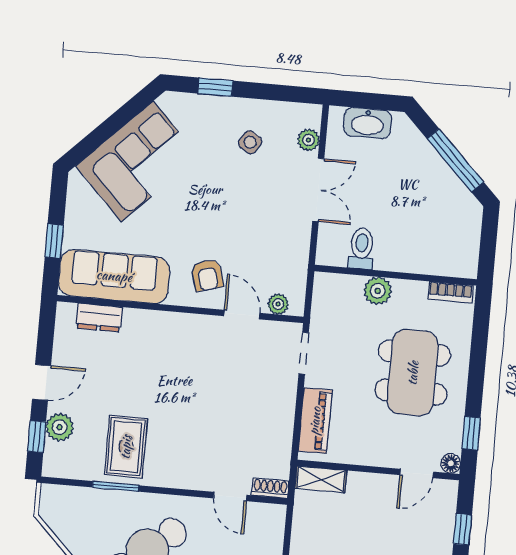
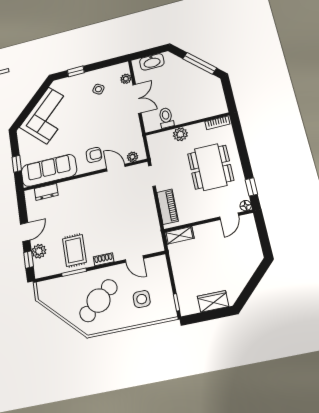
armchair: (207, 275) -> (94, 155), turned -74
shoe rack: (270, 488) -> (104, 259), moved
window: (463, 529) -> (264, 238), removed

